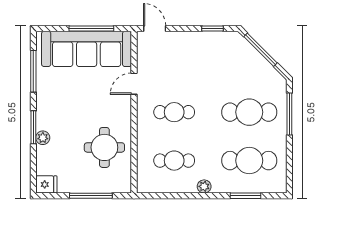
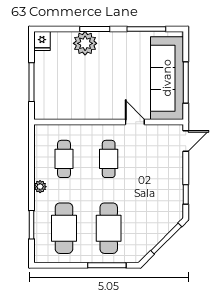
plant: (43, 138) -> (85, 43), width x1.88, depth x1.88
round table: (104, 147) -> (76, 95), removed

